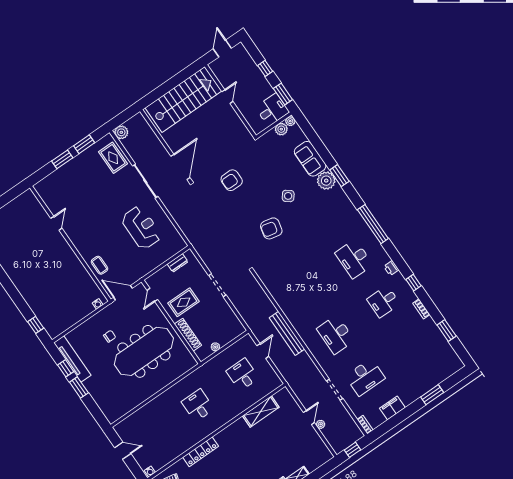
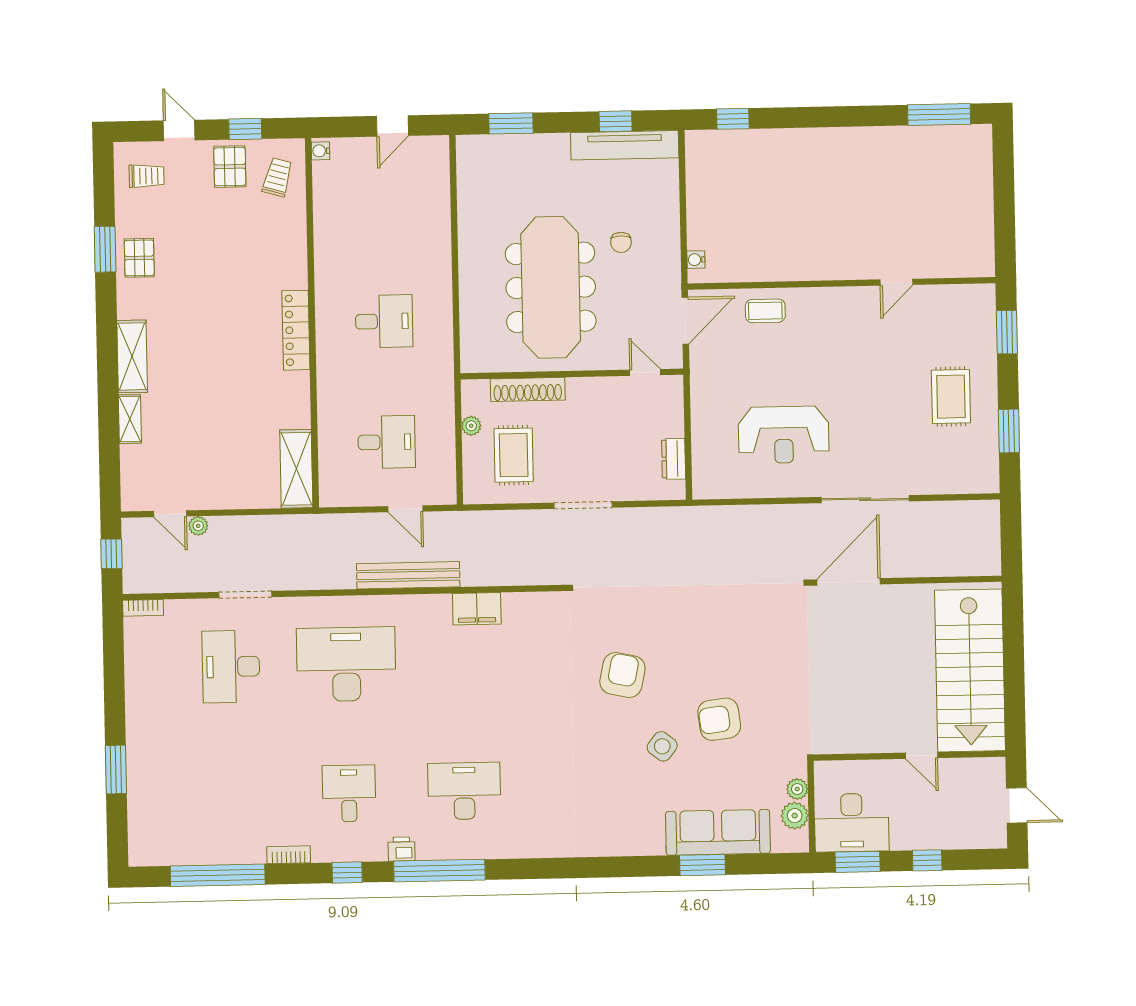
desk: (272, 110) -> (852, 823), width x1.37
plant: (290, 121) -> (797, 789), moved
plant: (121, 132) -> (985, 515), removed
rug: (113, 158) -> (951, 397), moved, turned 90
window: (62, 159) -> (1007, 332), moved
sofa: (310, 159) -> (718, 832), width x1.36
door: (180, 167) -> (849, 582), swing flipped
window: (339, 176) -> (702, 865), moved
armchair: (232, 180) -> (719, 719), moved, turned -97
plant: (326, 181) -> (644, 836), removed
door: (56, 223) -> (896, 282), hinge flipped
window: (373, 224) -> (439, 871), moved
rug: (184, 302) -> (514, 455), moved
window: (447, 330) -> (218, 875), width x2.11
desk: (336, 335) -> (346, 664), width x1.36, depth x1.30
window: (79, 387) -> (511, 123), moved
filing cabinet: (392, 408) -> (477, 609), moved, turned 90
shelving: (261, 411) -> (296, 469), moved
door: (309, 417) -> (170, 514), moved
locker: (201, 452) -> (296, 330), moved

